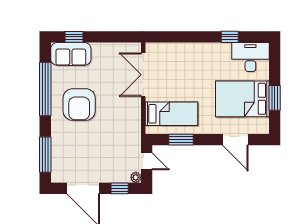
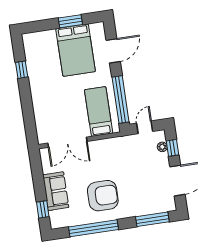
sofa: (71, 54) -> (56, 191), moved
desk: (250, 57) -> (37, 48), removed
window: (181, 140) -> (121, 100), width x2.11
plant: (136, 177) -> (162, 147), moved

